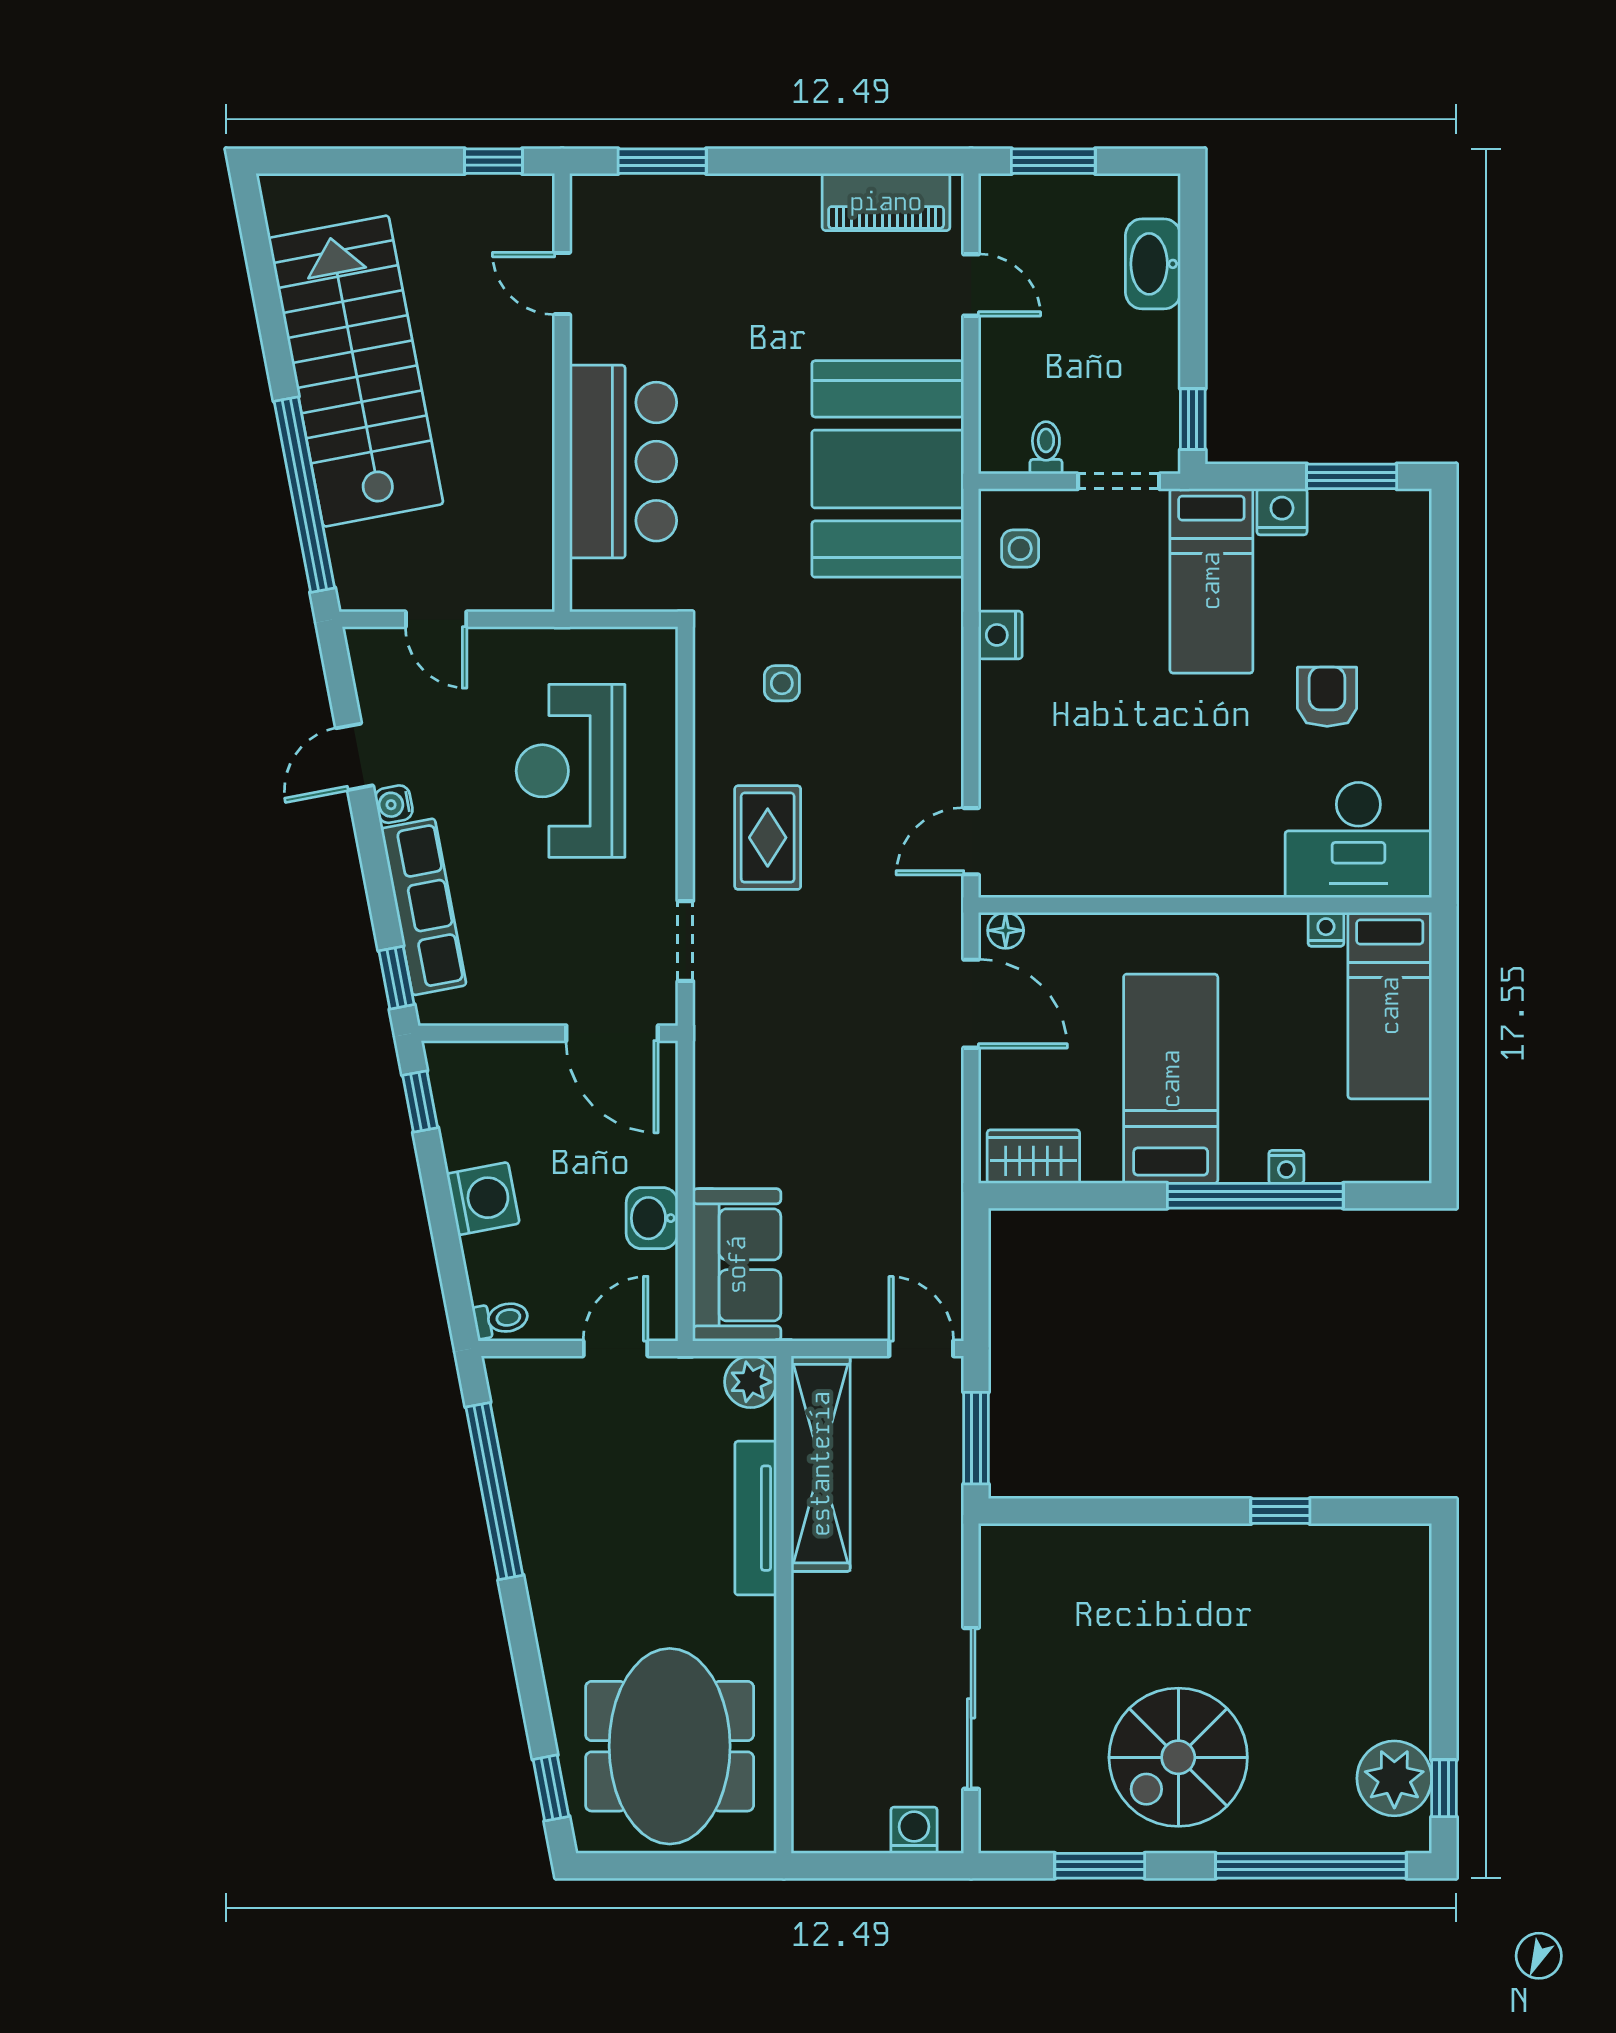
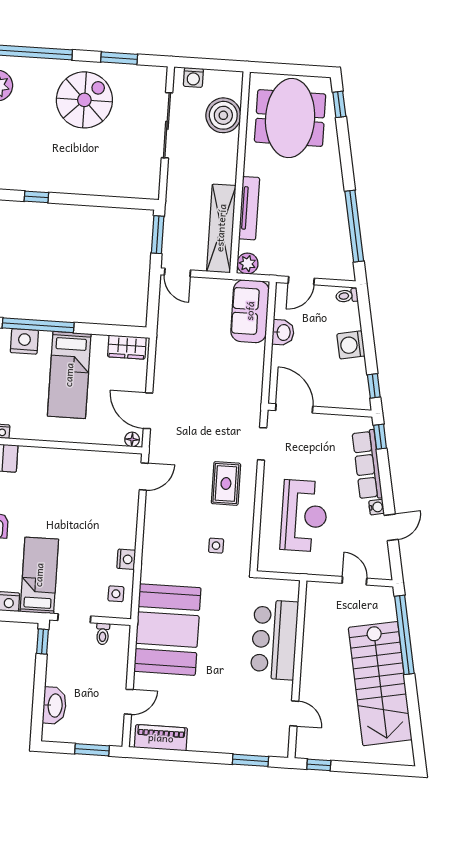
door: (971, 285) -> (129, 702), swing flipped
nightstand: (1286, 1167) -> (24, 341), width x1.89, depth x1.79
boiler: (834, 1742) -> (223, 115), added

